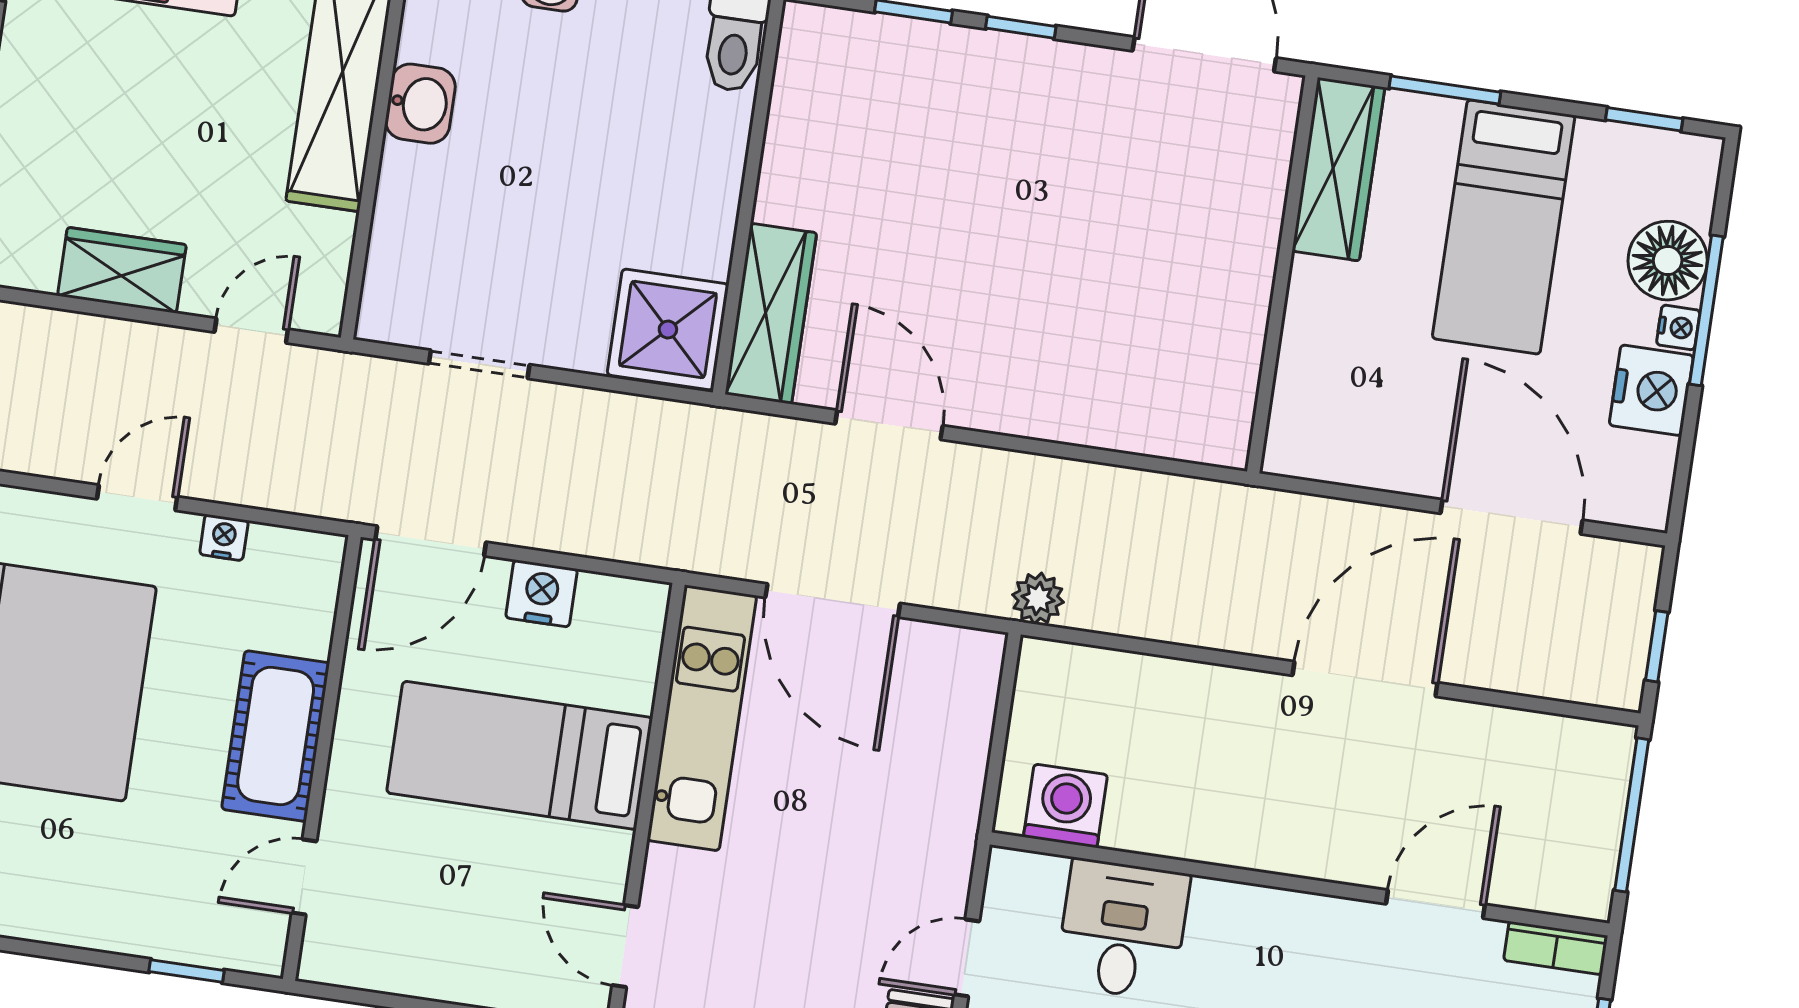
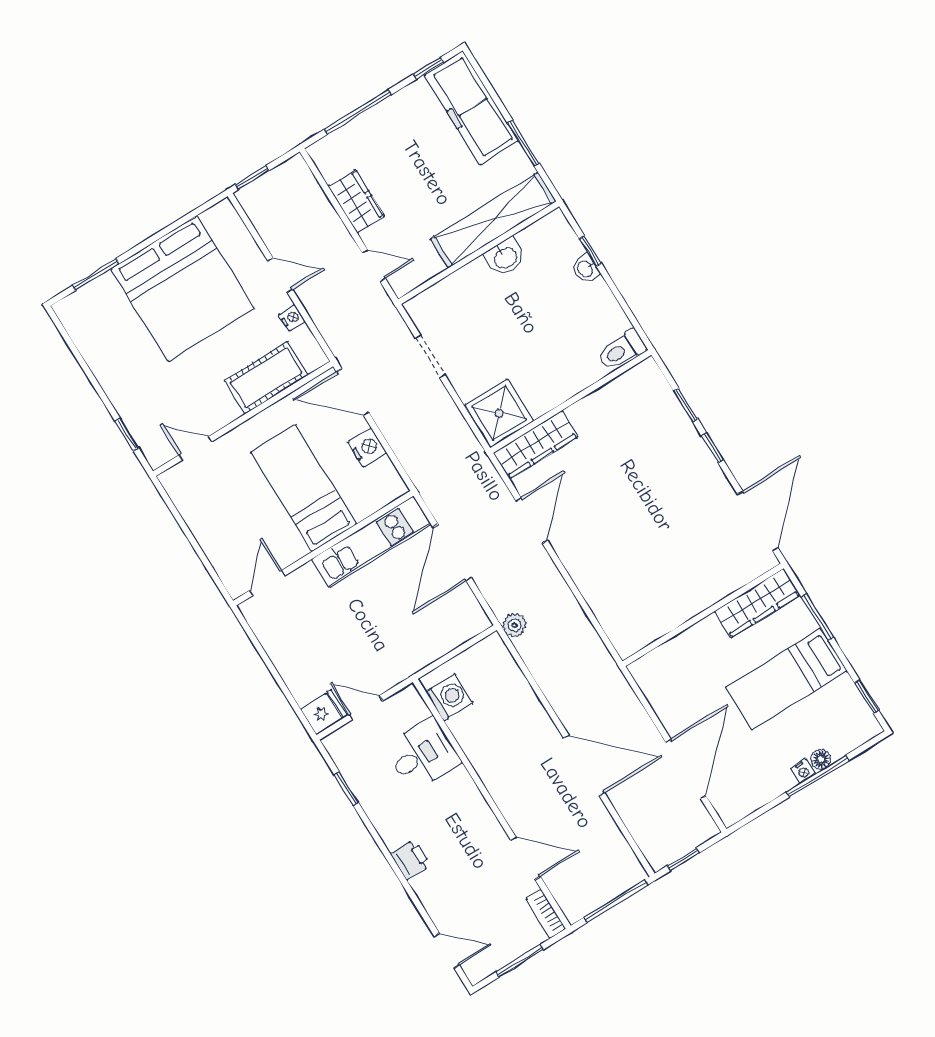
floor lamp: (1668, 261) -> (821, 759), width x0.53, depth x0.53
nightstand: (1651, 390) -> (773, 781), removed
cot: (276, 736) -> (266, 378), moved

